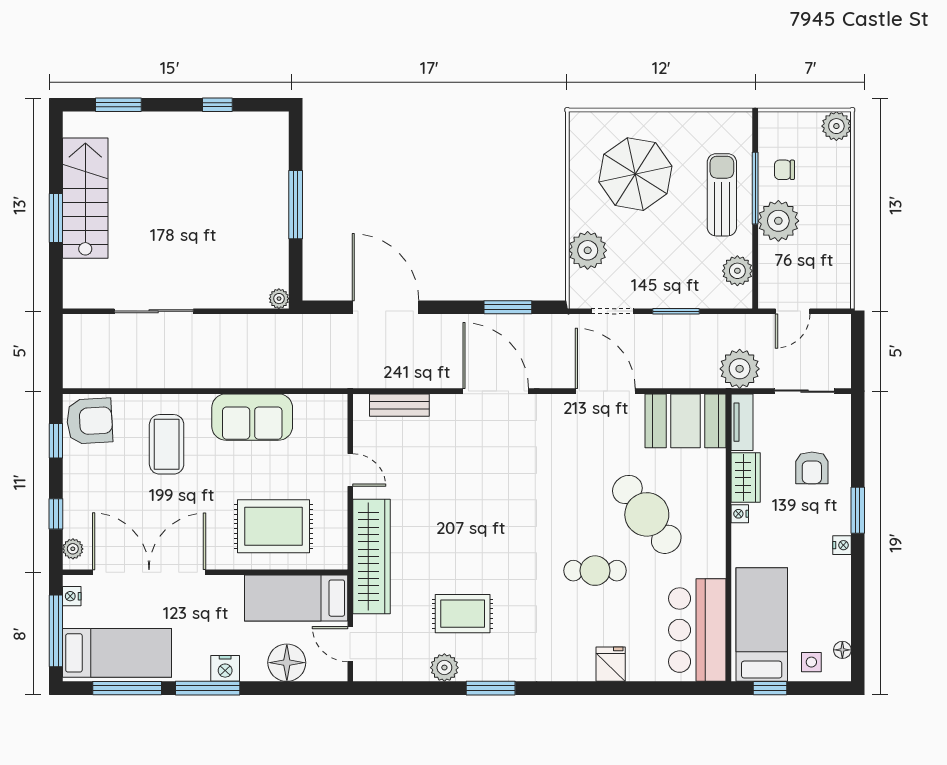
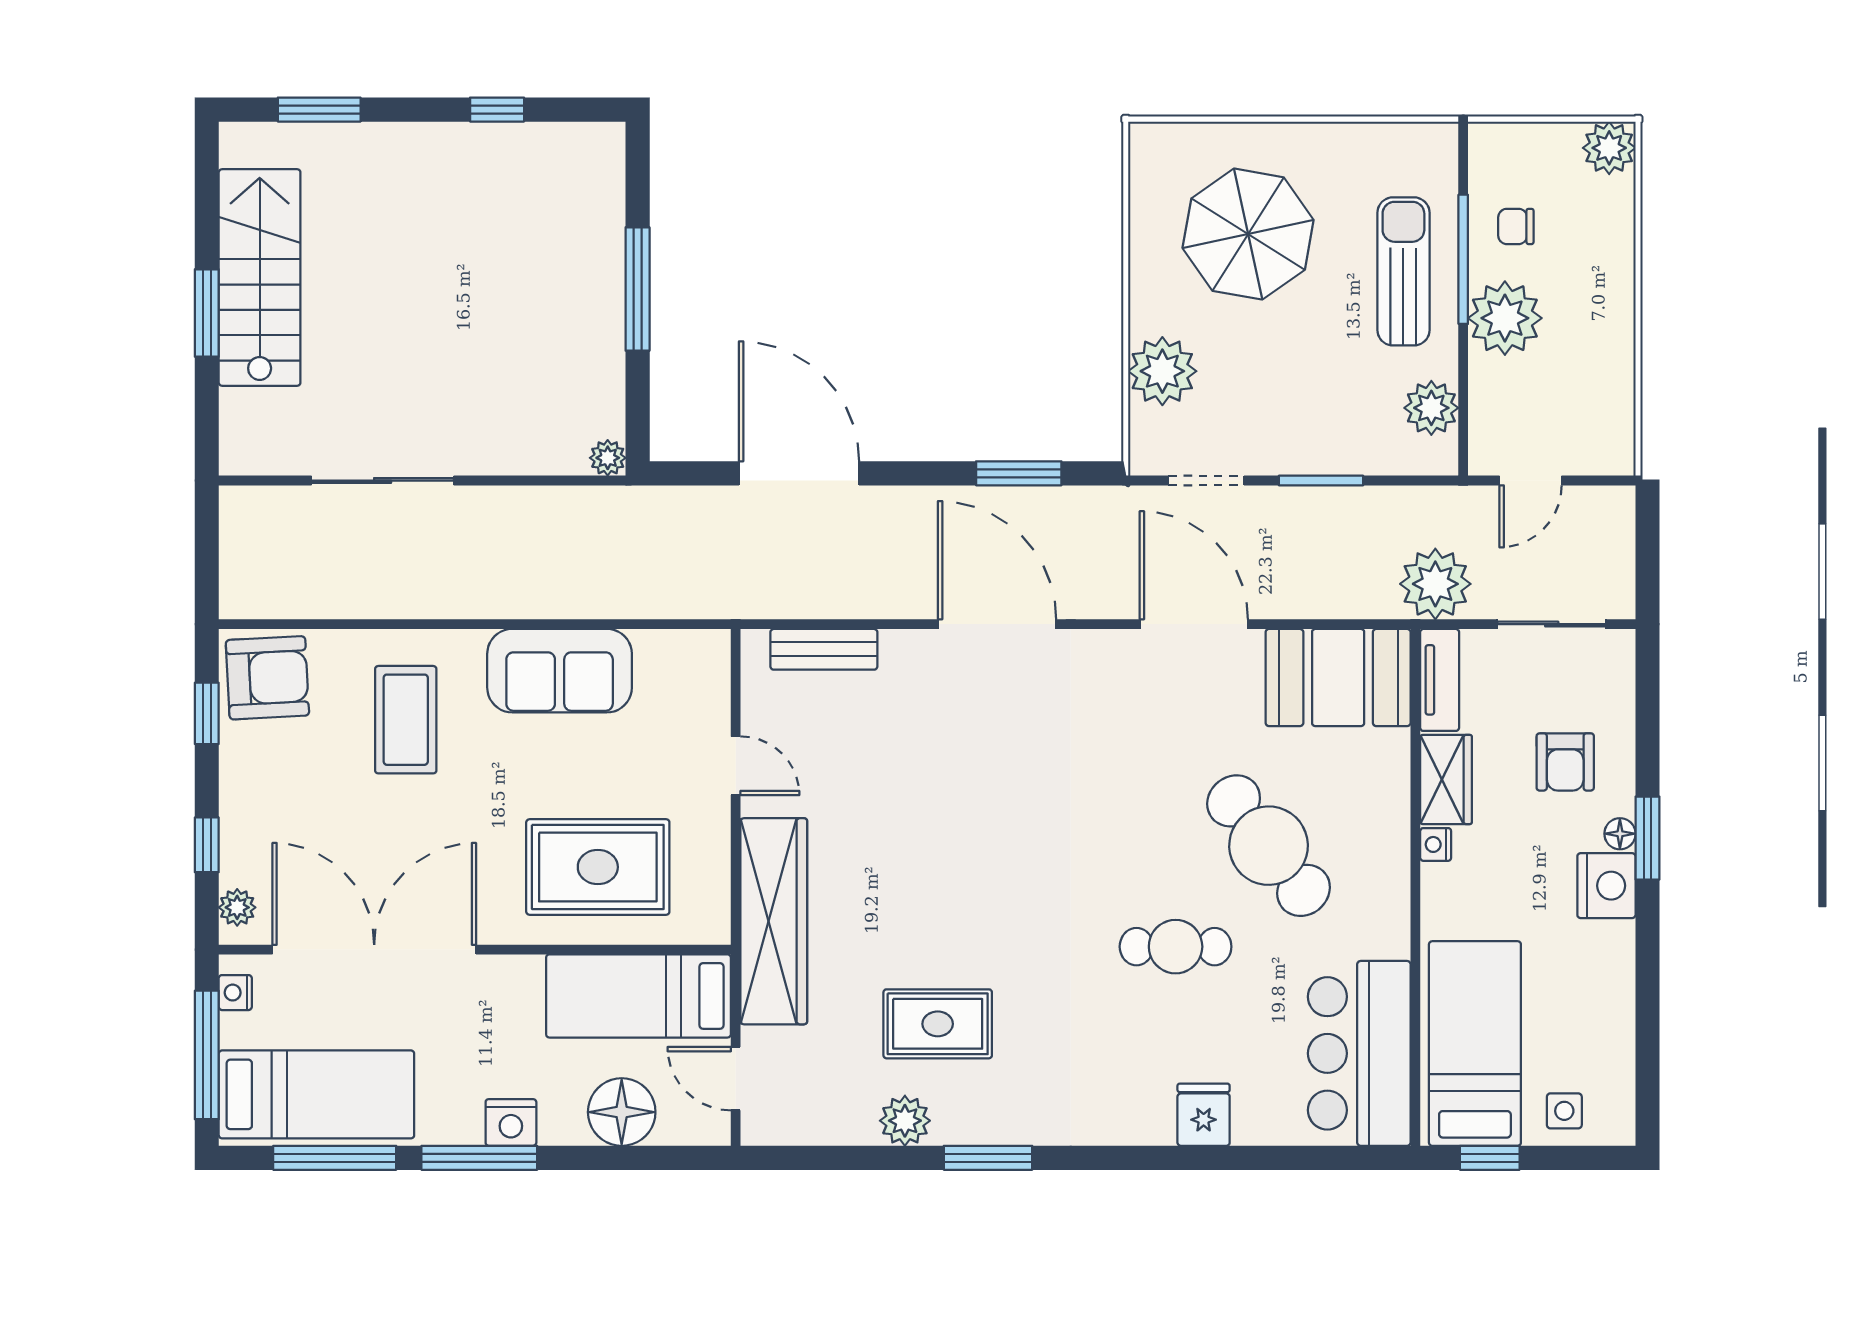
nightstand: (842, 545) -> (1606, 886), width x1.89, depth x1.79
floor lamp: (842, 650) -> (1620, 834), moved

